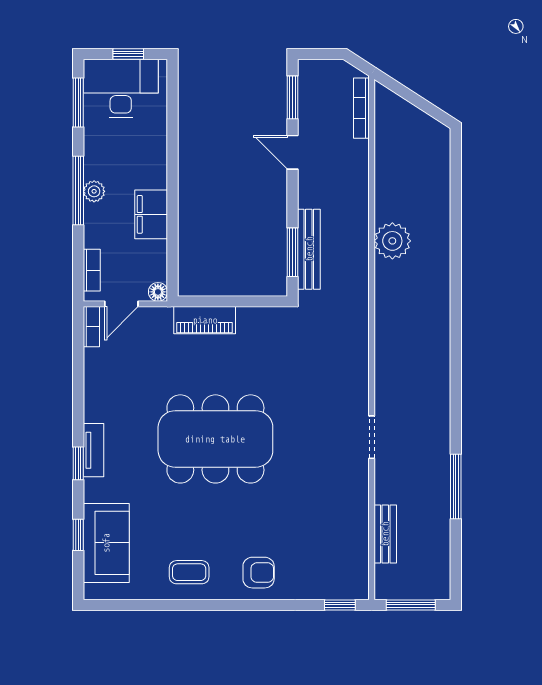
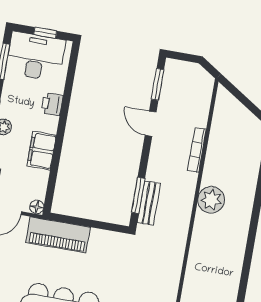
bookcase: (361, 108) -> (197, 150), moved
printer: (154, 149) -> (52, 104), added
bench: (309, 249) -> (149, 203), width x0.73
piano: (205, 320) -> (58, 235), width x1.37, depth x1.33

